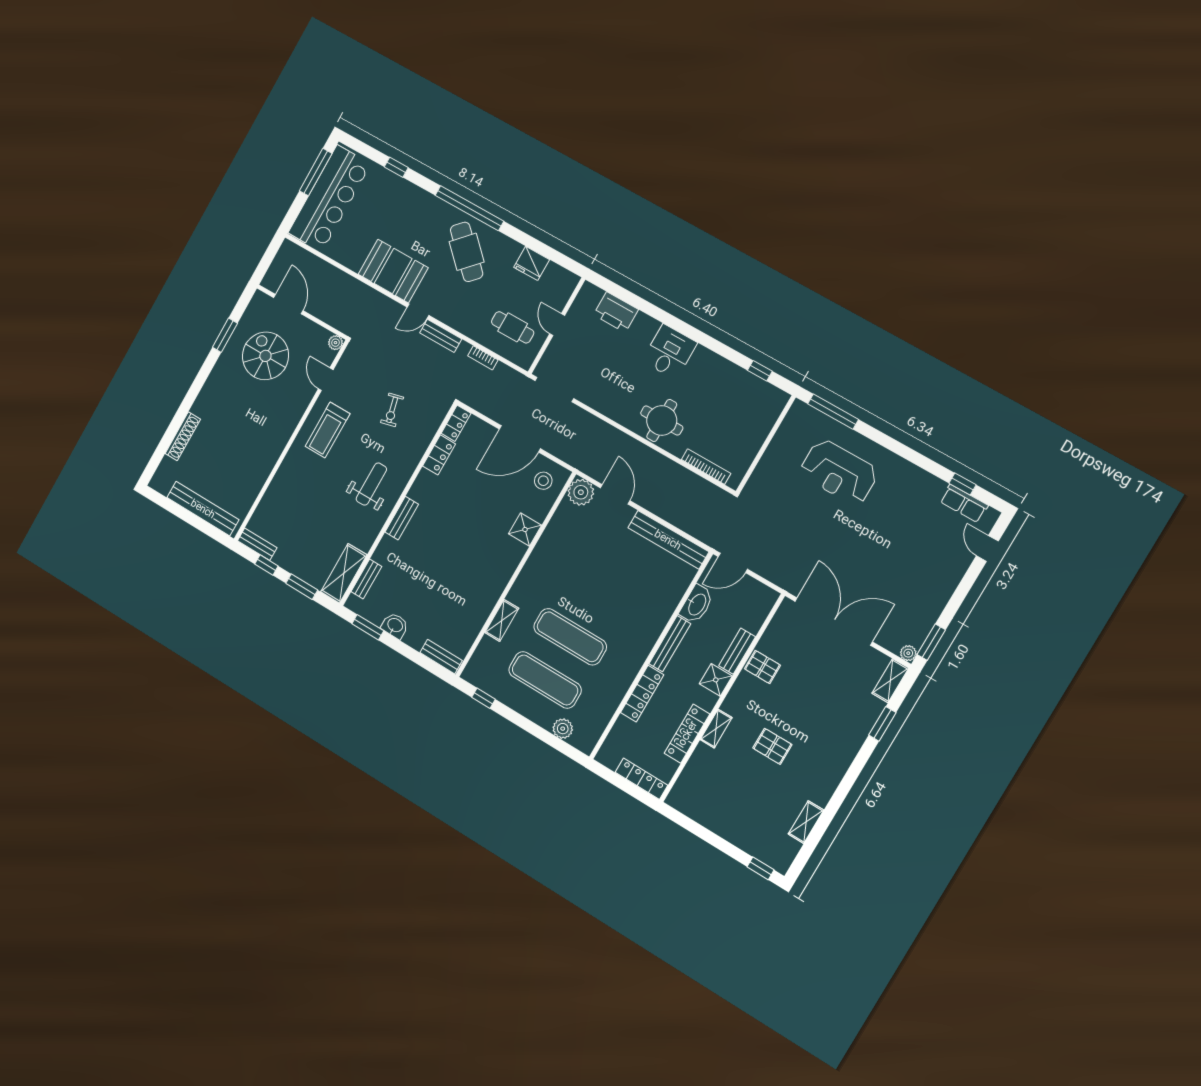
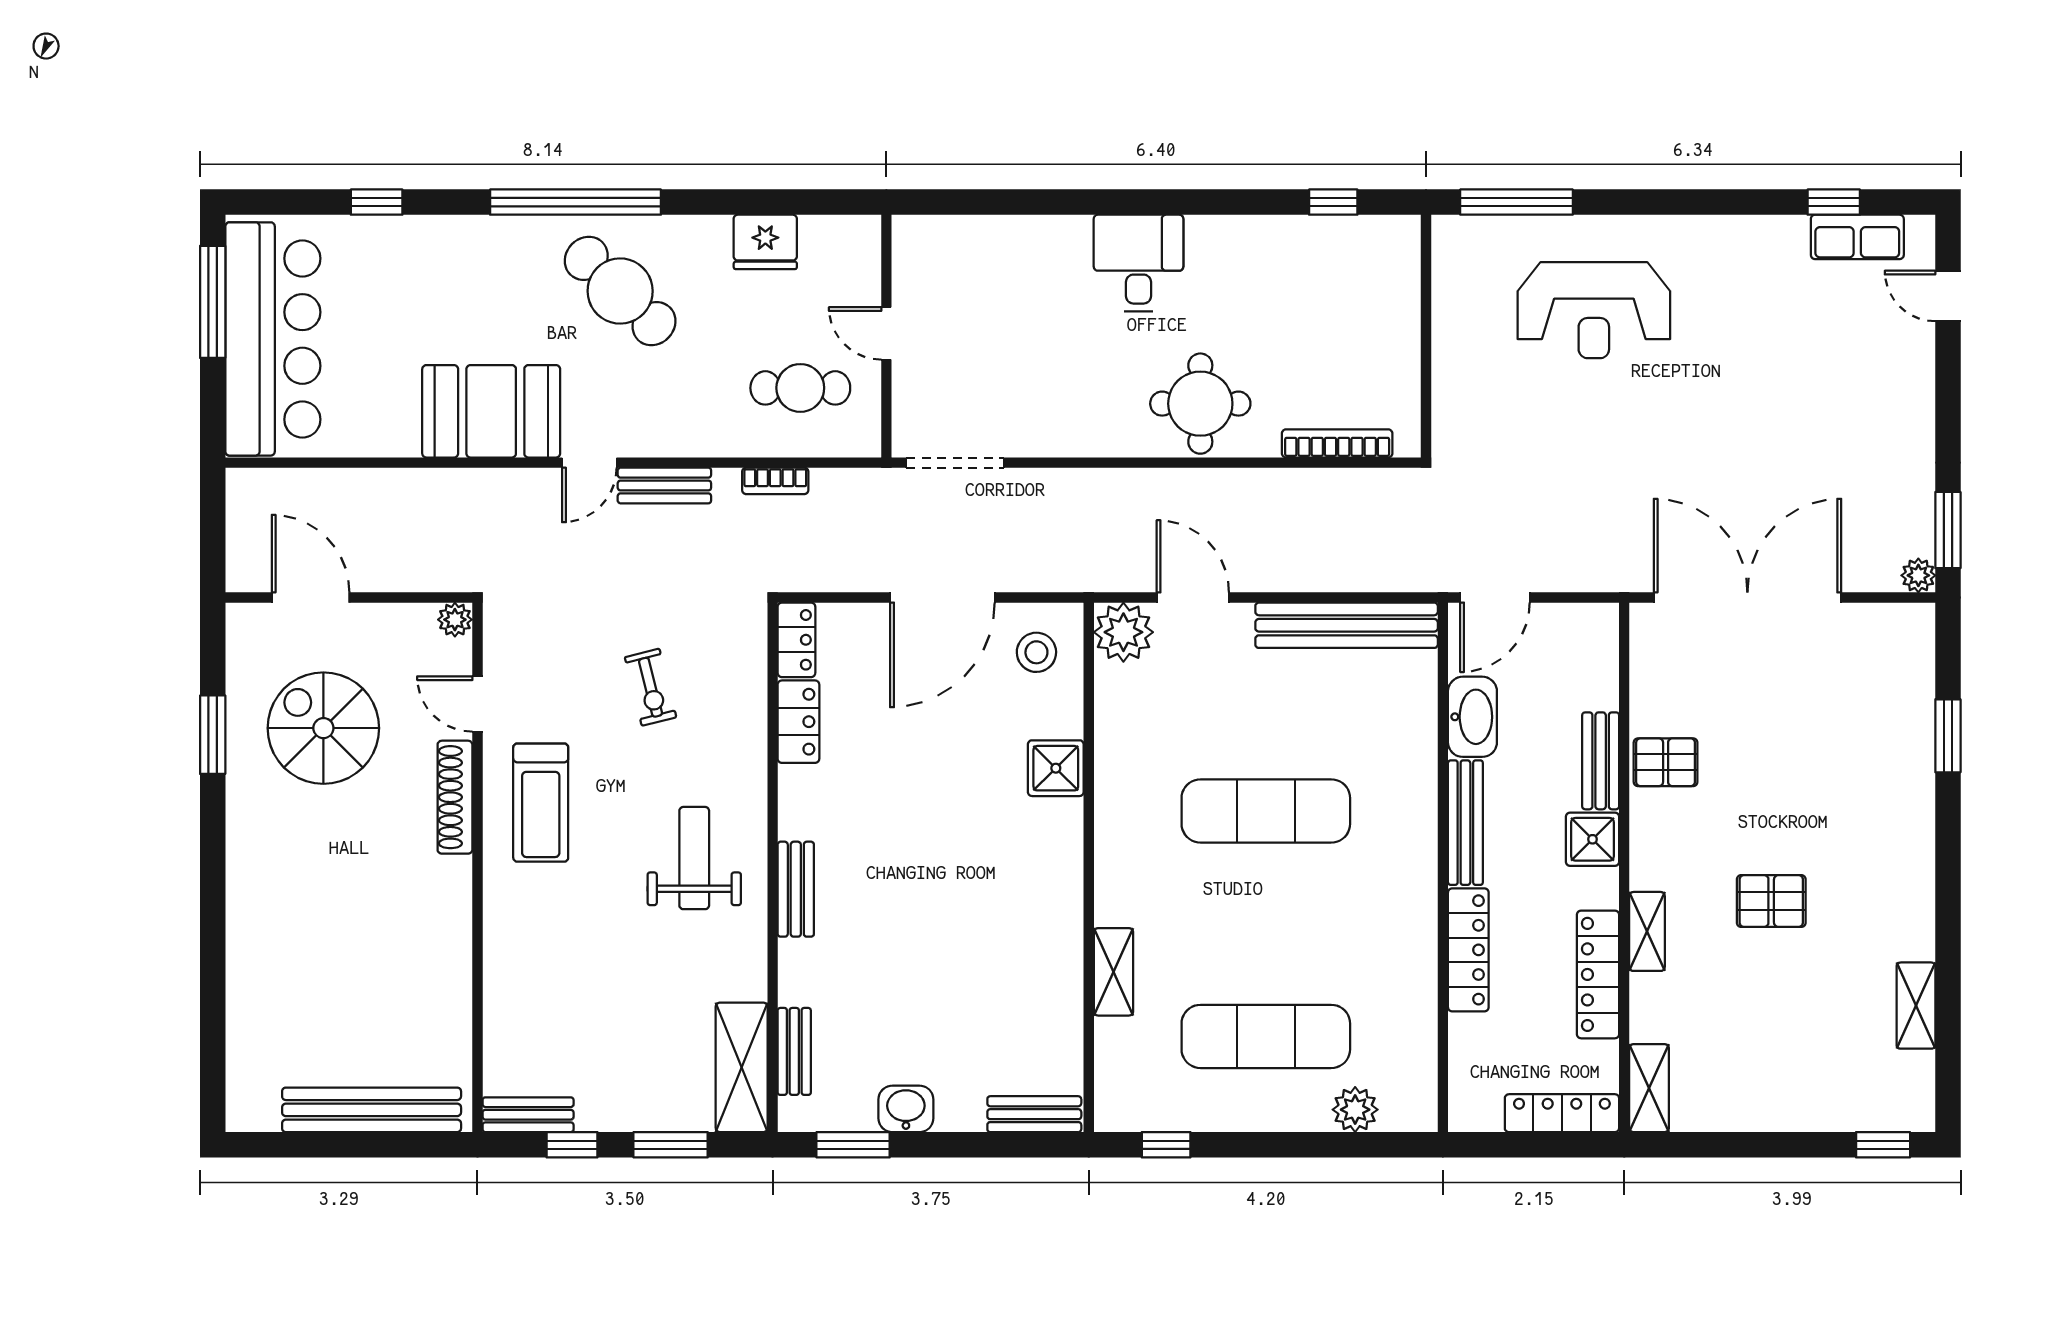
printer: (616, 312) -> (989, 245), removed
shoe rack: (183, 436) -> (455, 797), moved, turned 180
exercise mat: (570, 637) -> (1266, 811), moved
shelving: (890, 681) -> (1649, 1088), moved

